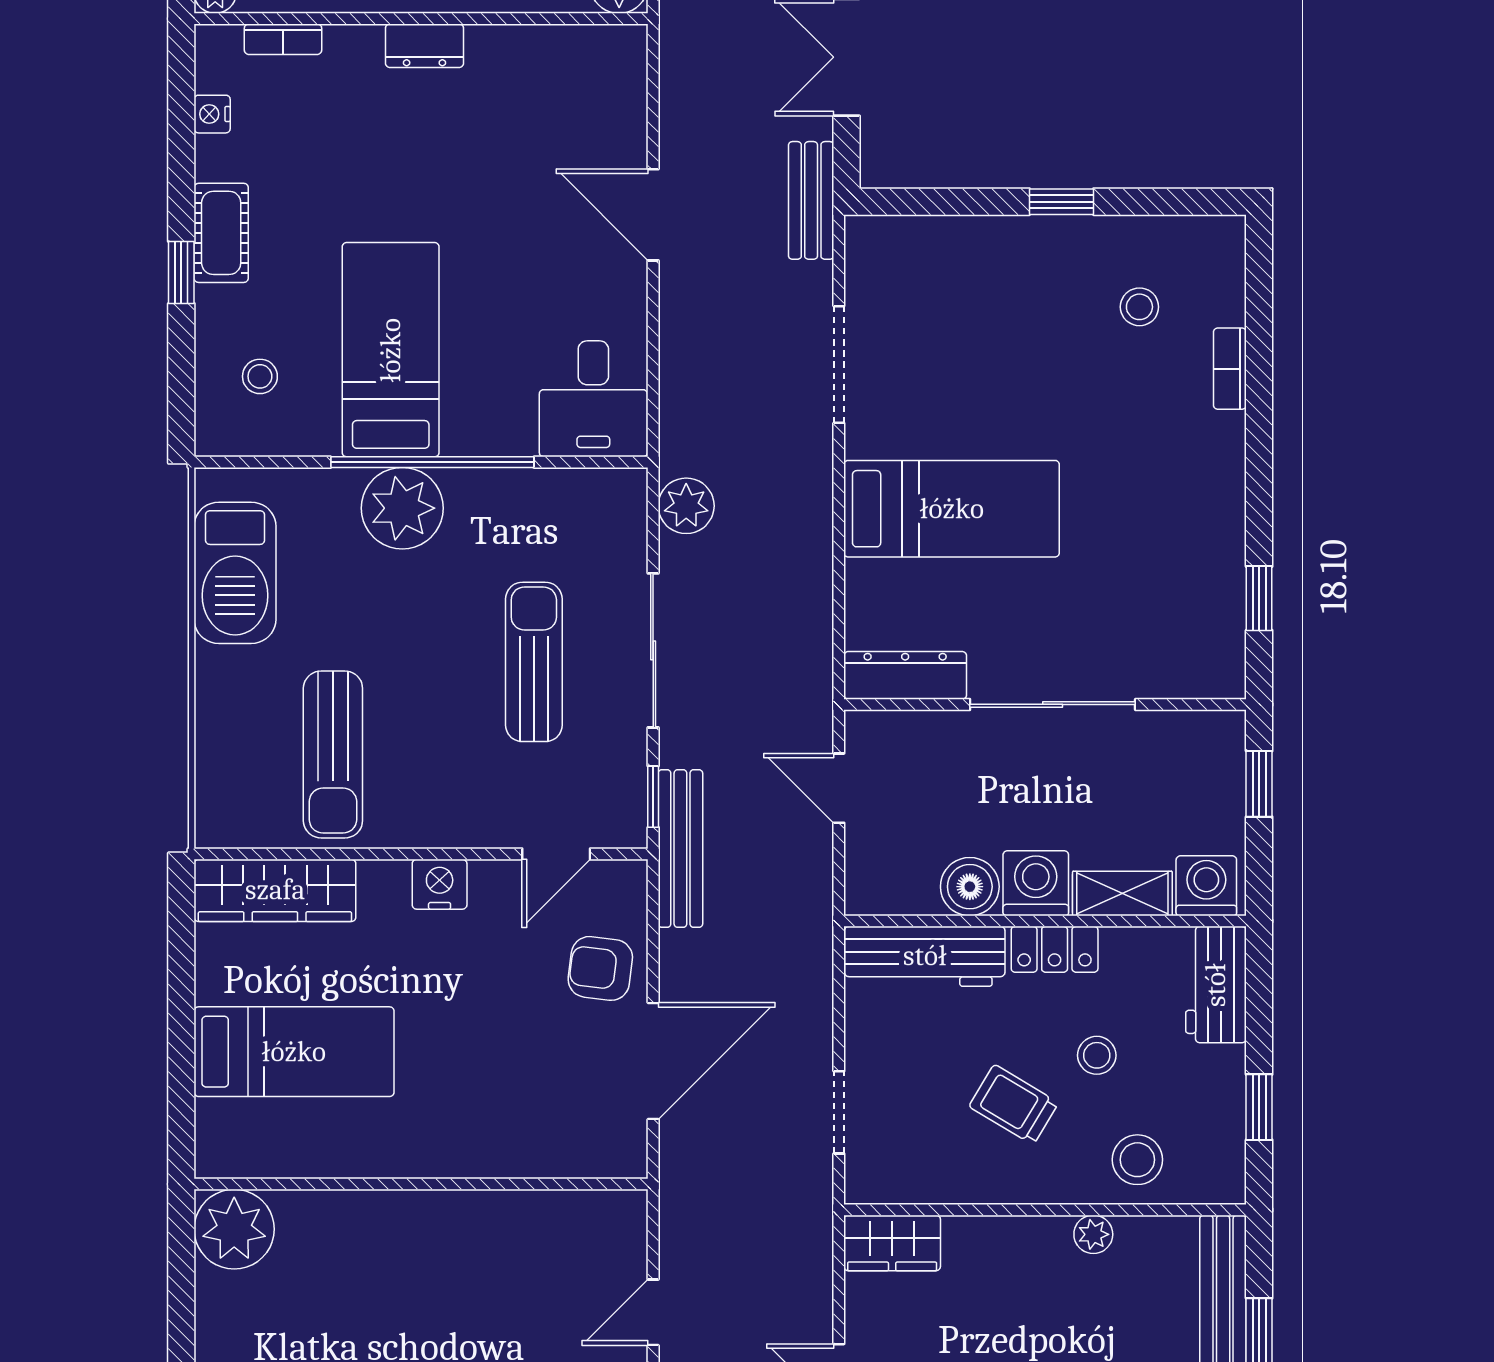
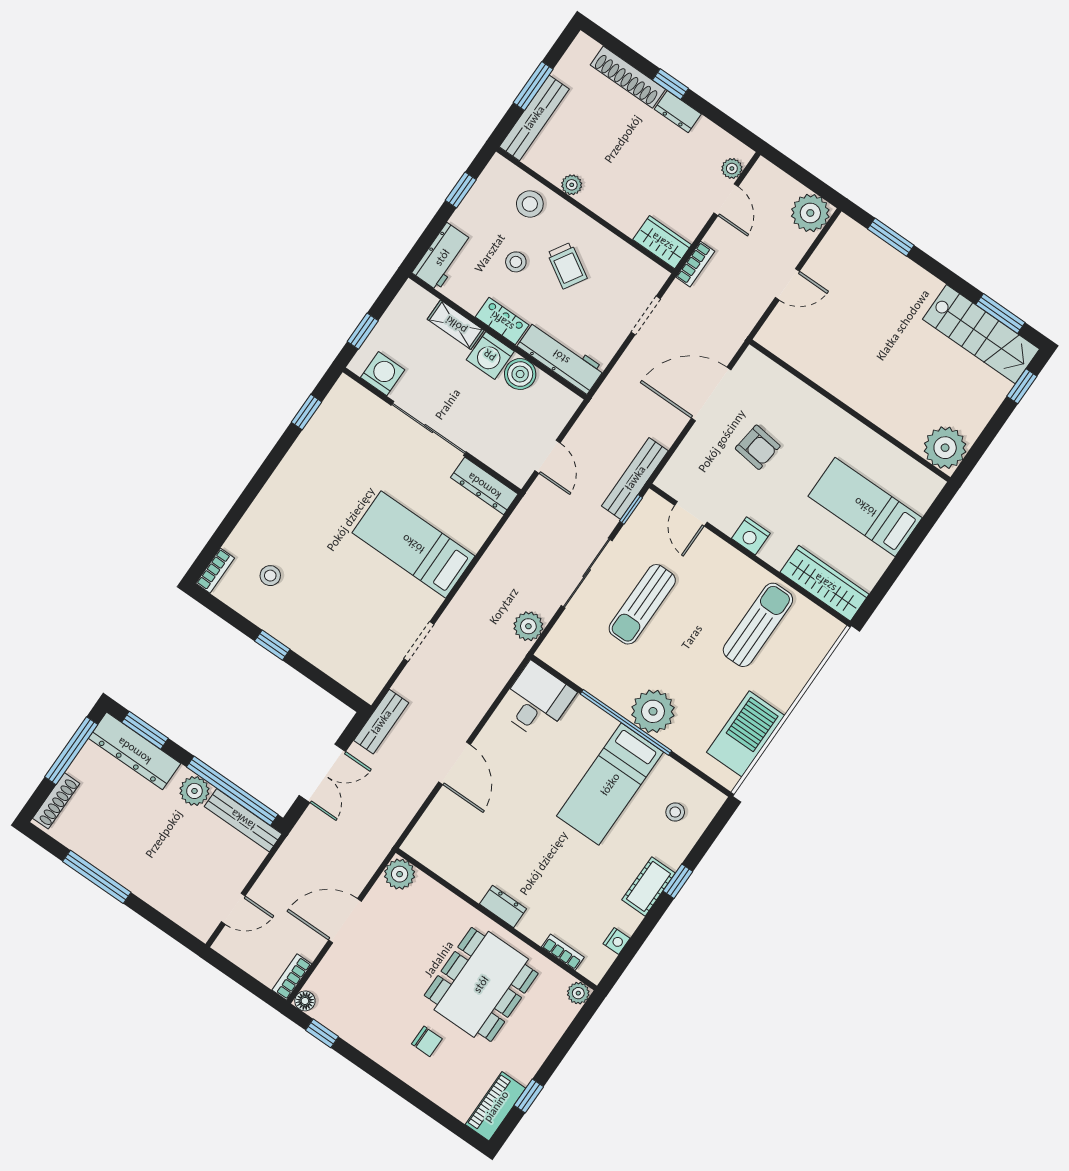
doorway: (839, 364) -> (419, 642), width x0.73
bookcase: (1230, 369) -> (215, 571), moved
door: (556, 854) -> (691, 514), swing flipped
washing machine: (1206, 886) -> (383, 374), moved, turned 180
armchair: (600, 968) -> (758, 447), moved
bookcase: (817, 1244) -> (695, 264), added

